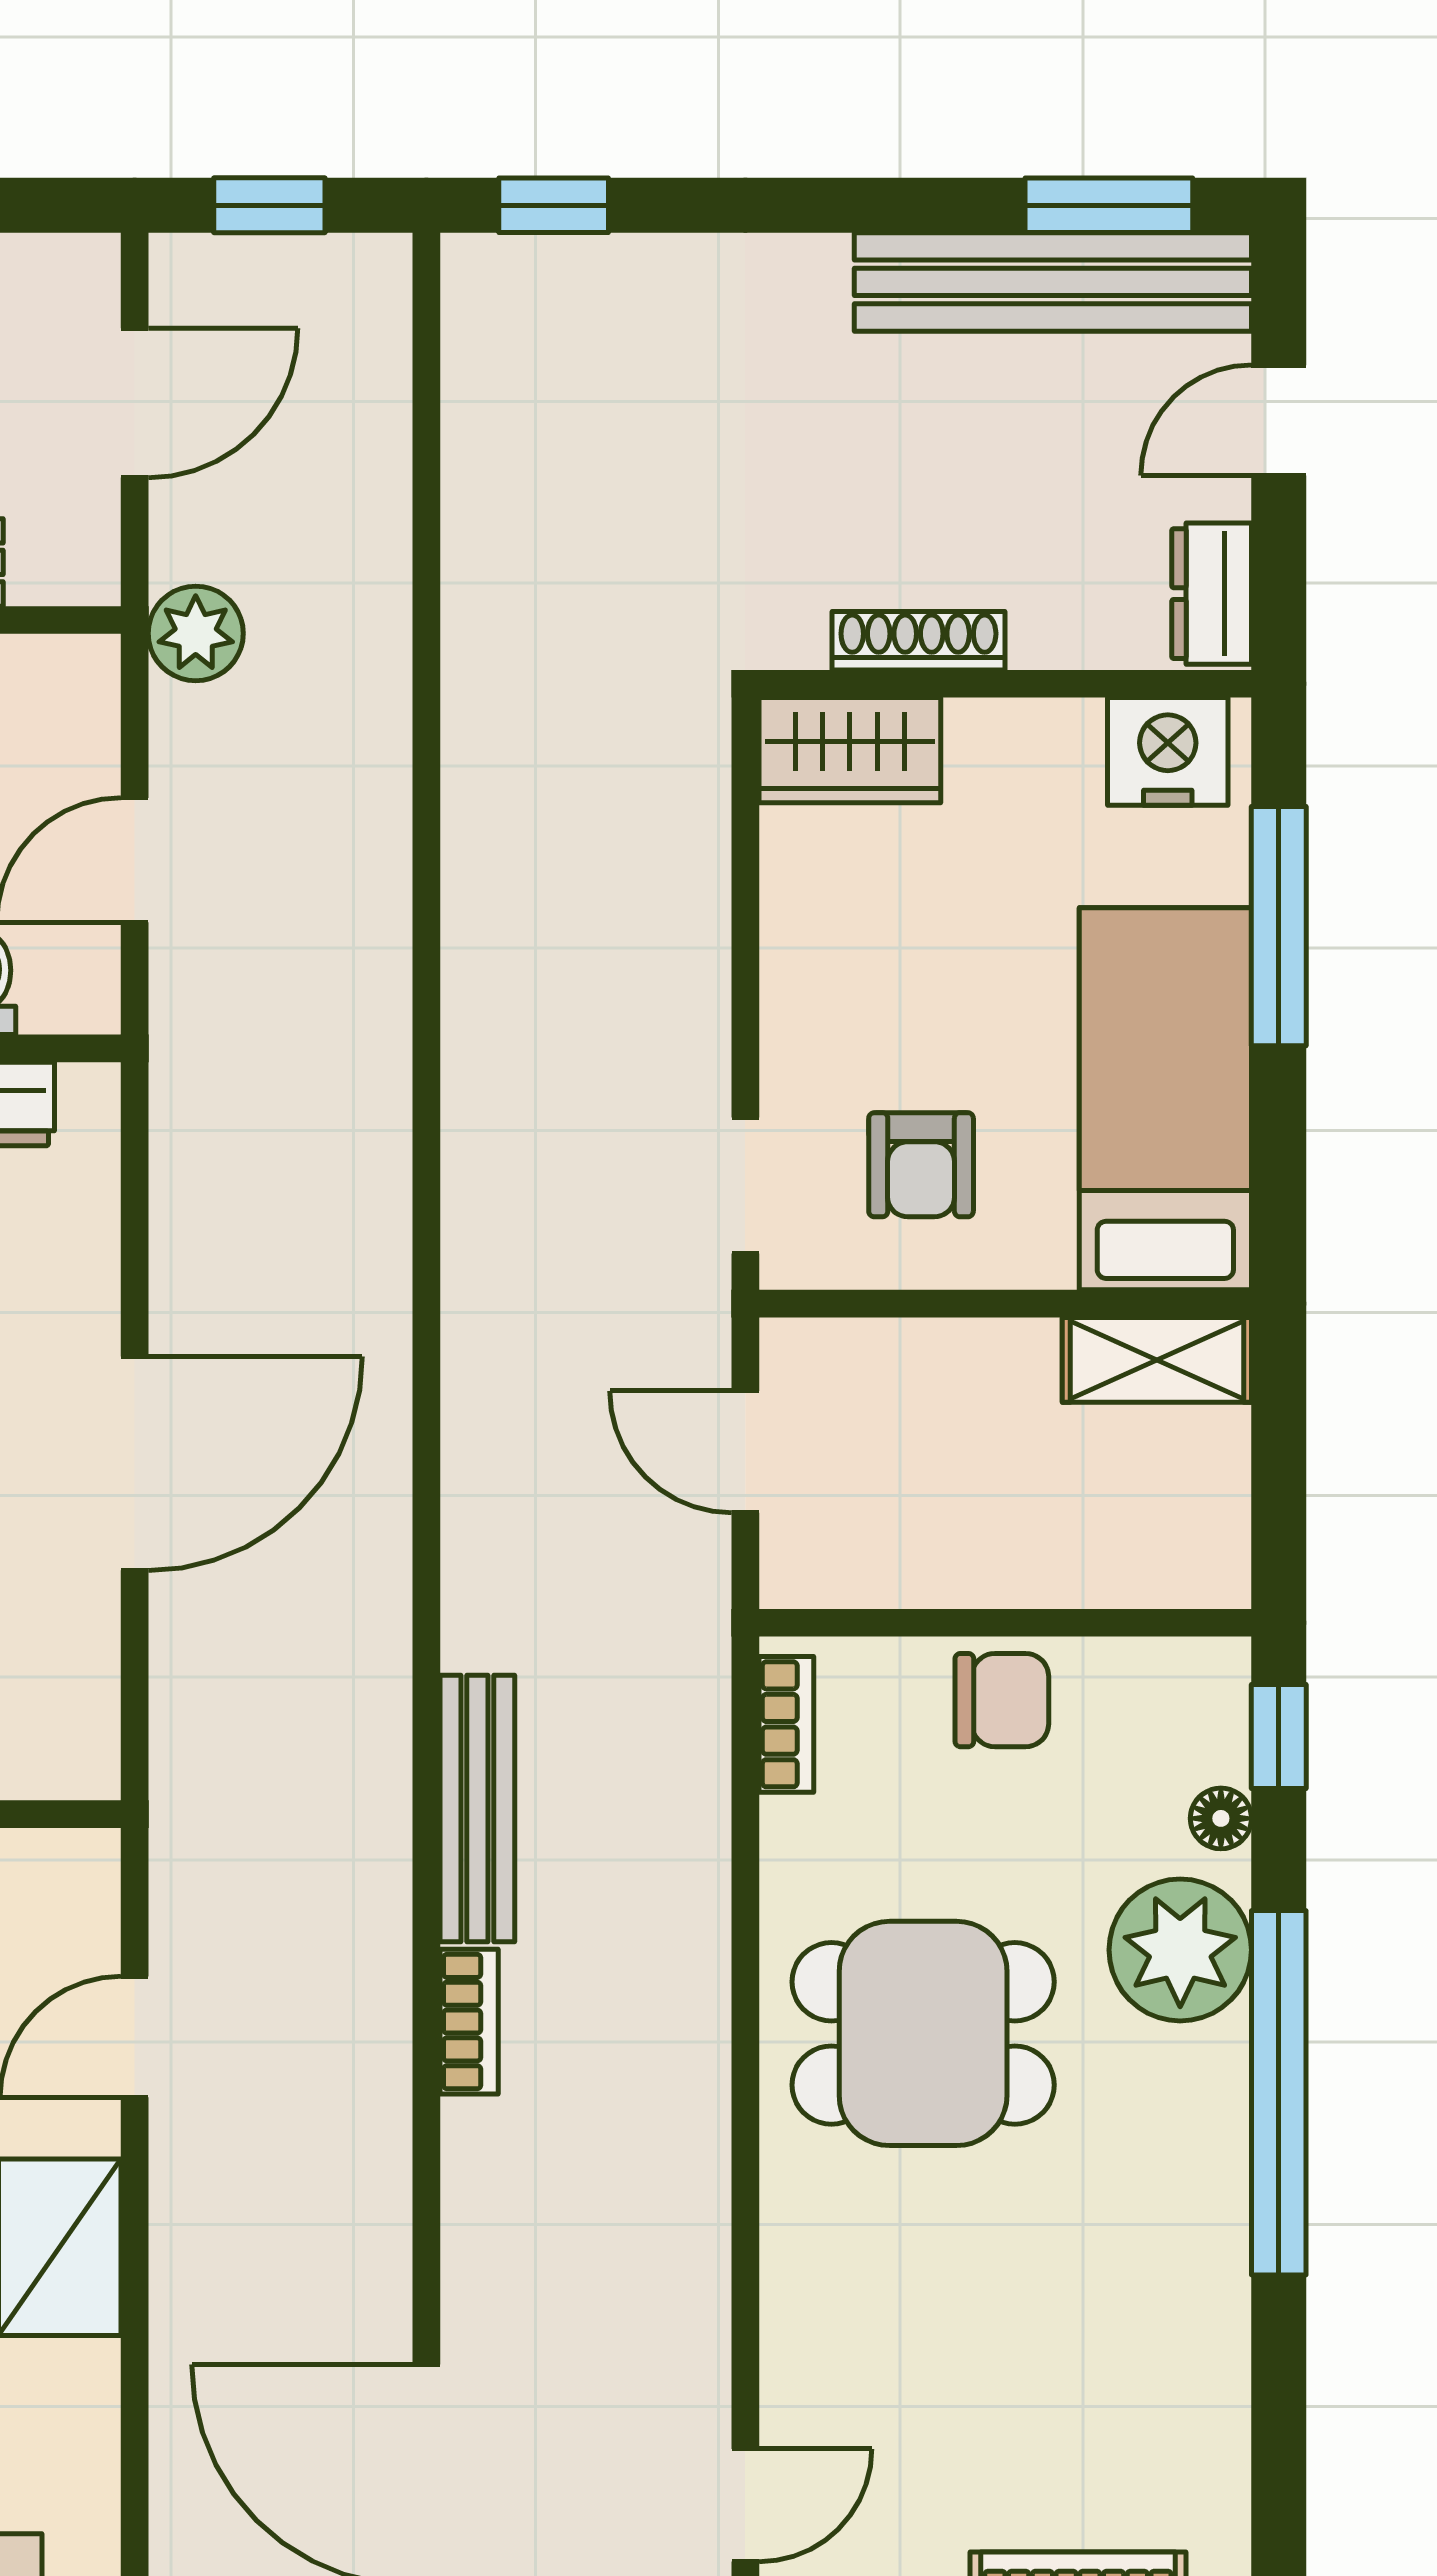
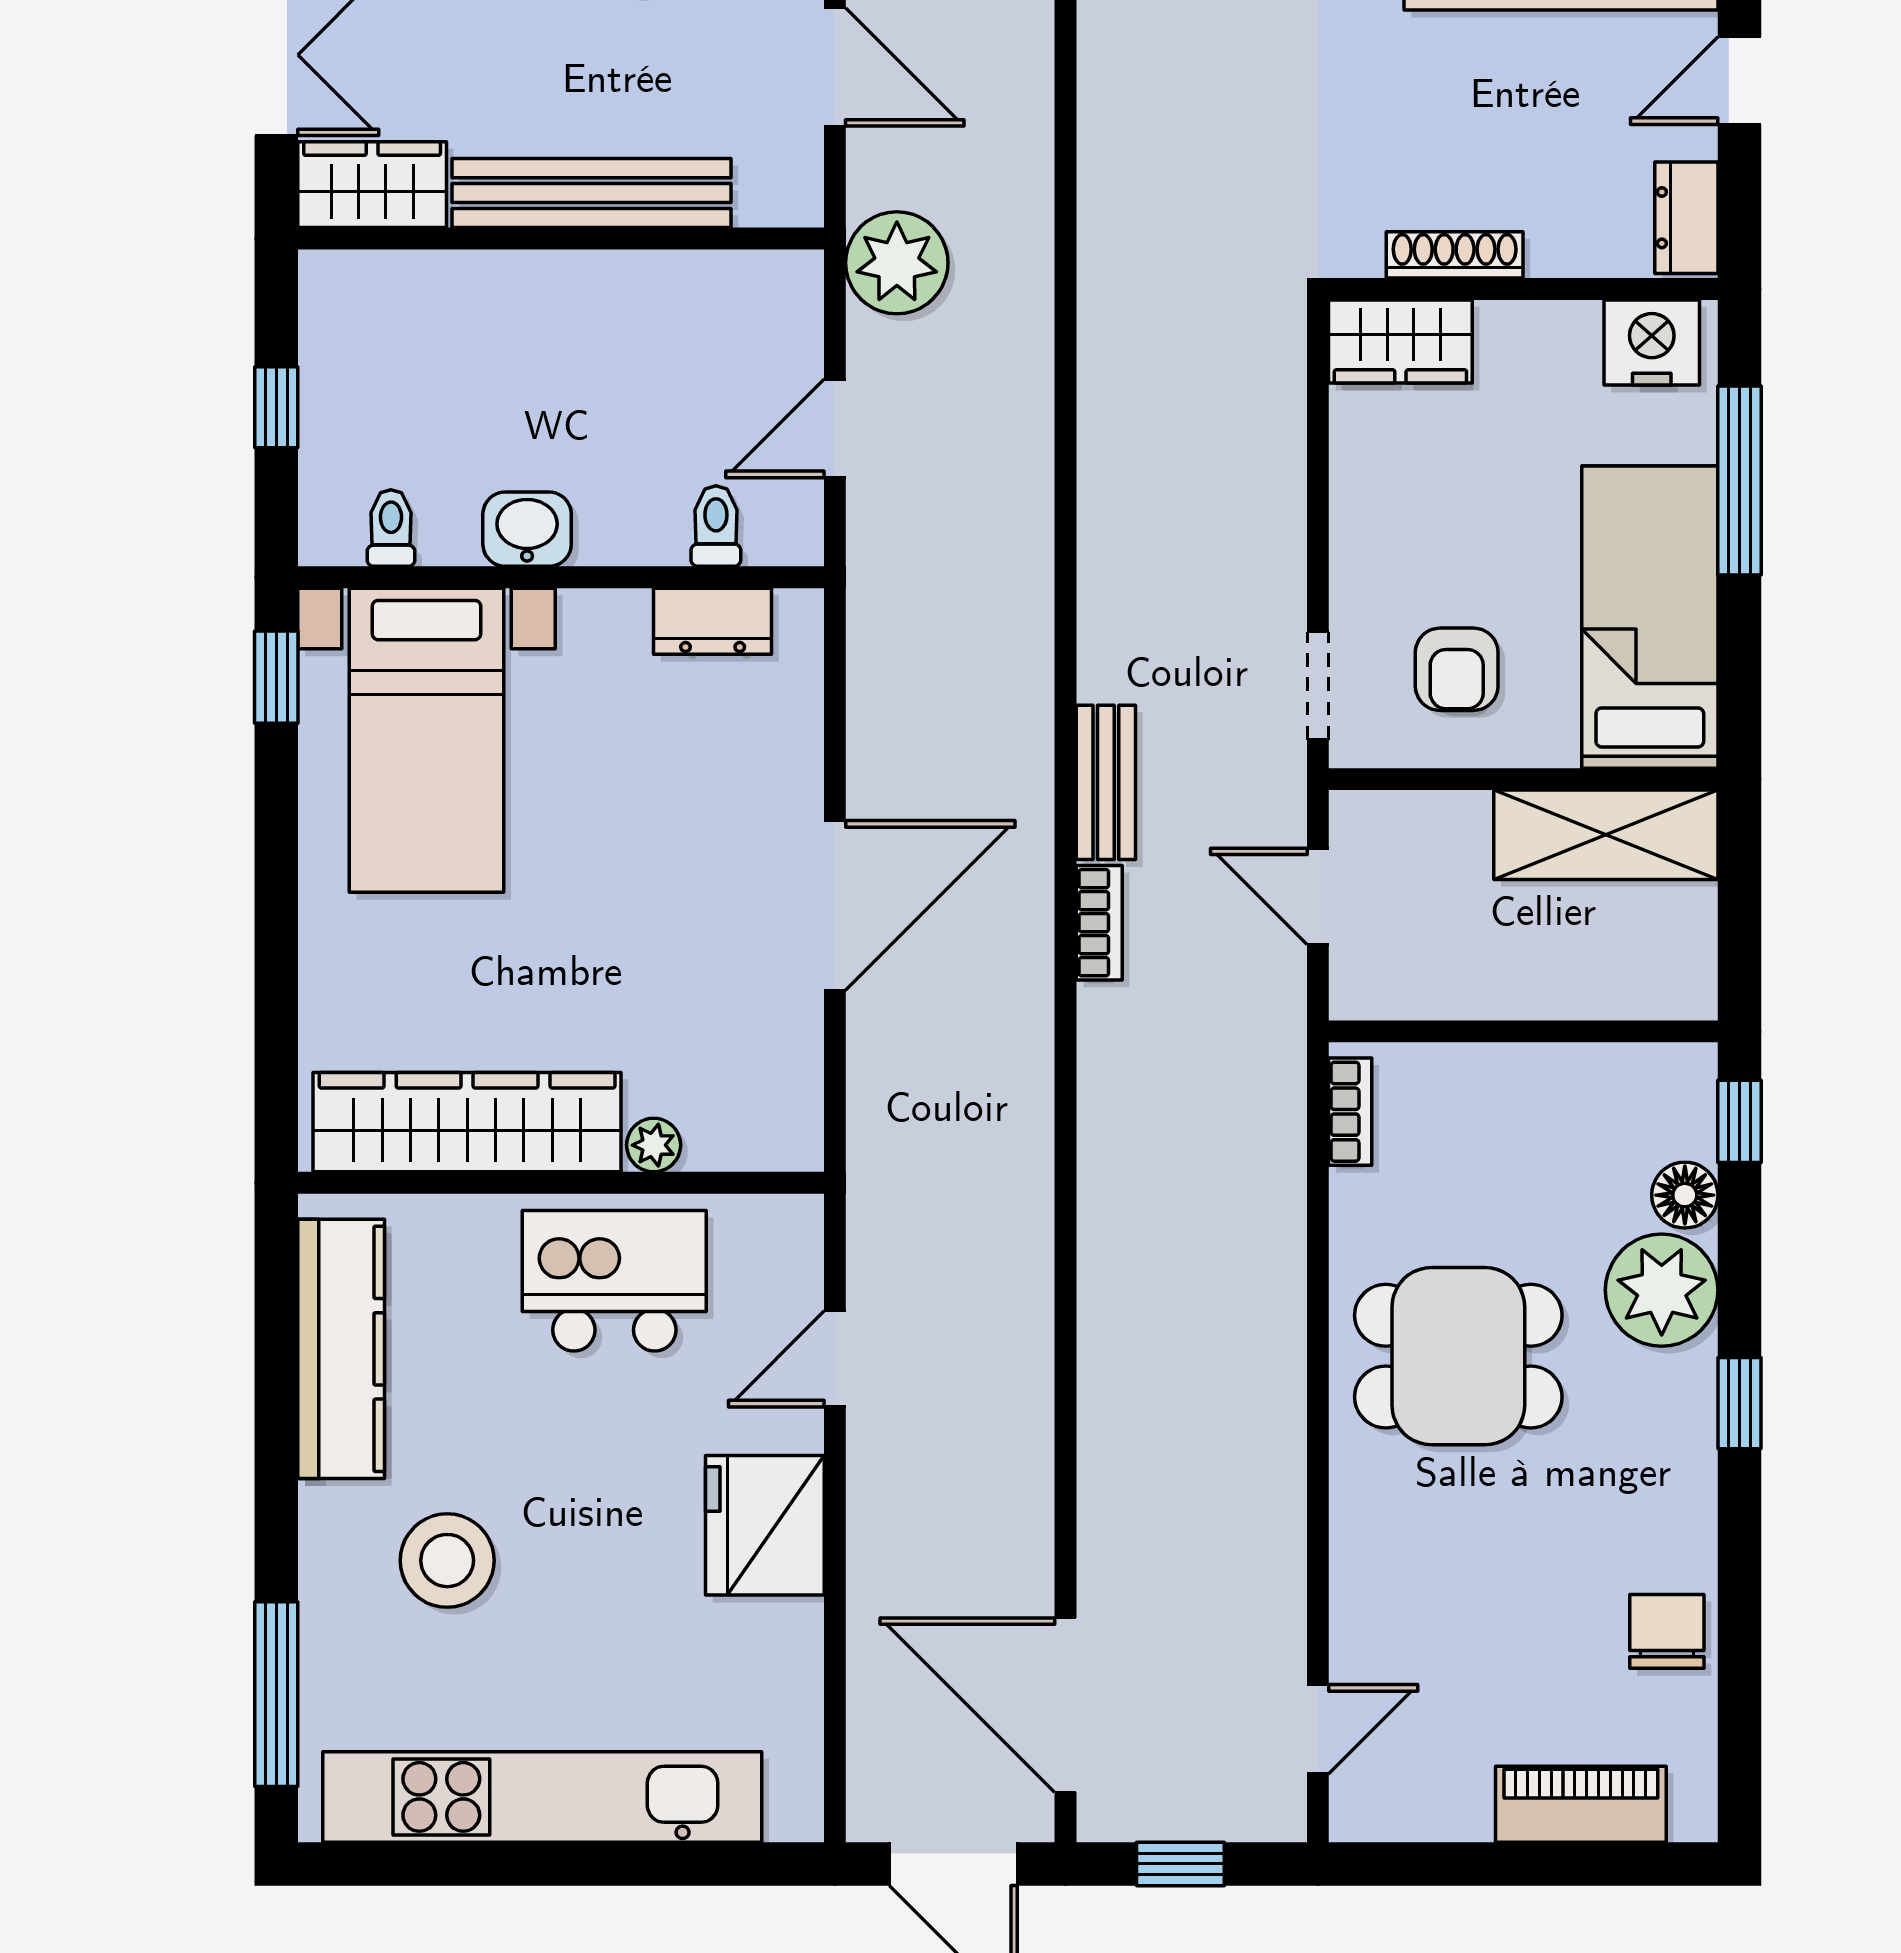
door: (135, 403) -> (835, 67), hinge flipped
plant: (196, 633) -> (897, 263), width x1.36, depth x1.36
shelving: (1157, 1360) -> (1606, 835), width x1.50, depth x1.33
chair: (1002, 1700) -> (1667, 1631), moved, turned -90
bench: (477, 1808) -> (1106, 782), moved, width x0.73
floor lamp: (1221, 1818) -> (1685, 1195), width x1.37, depth x1.37
bookcase: (469, 2022) -> (1099, 923), moved
window: (1279, 2093) -> (1739, 1403), width x0.32

